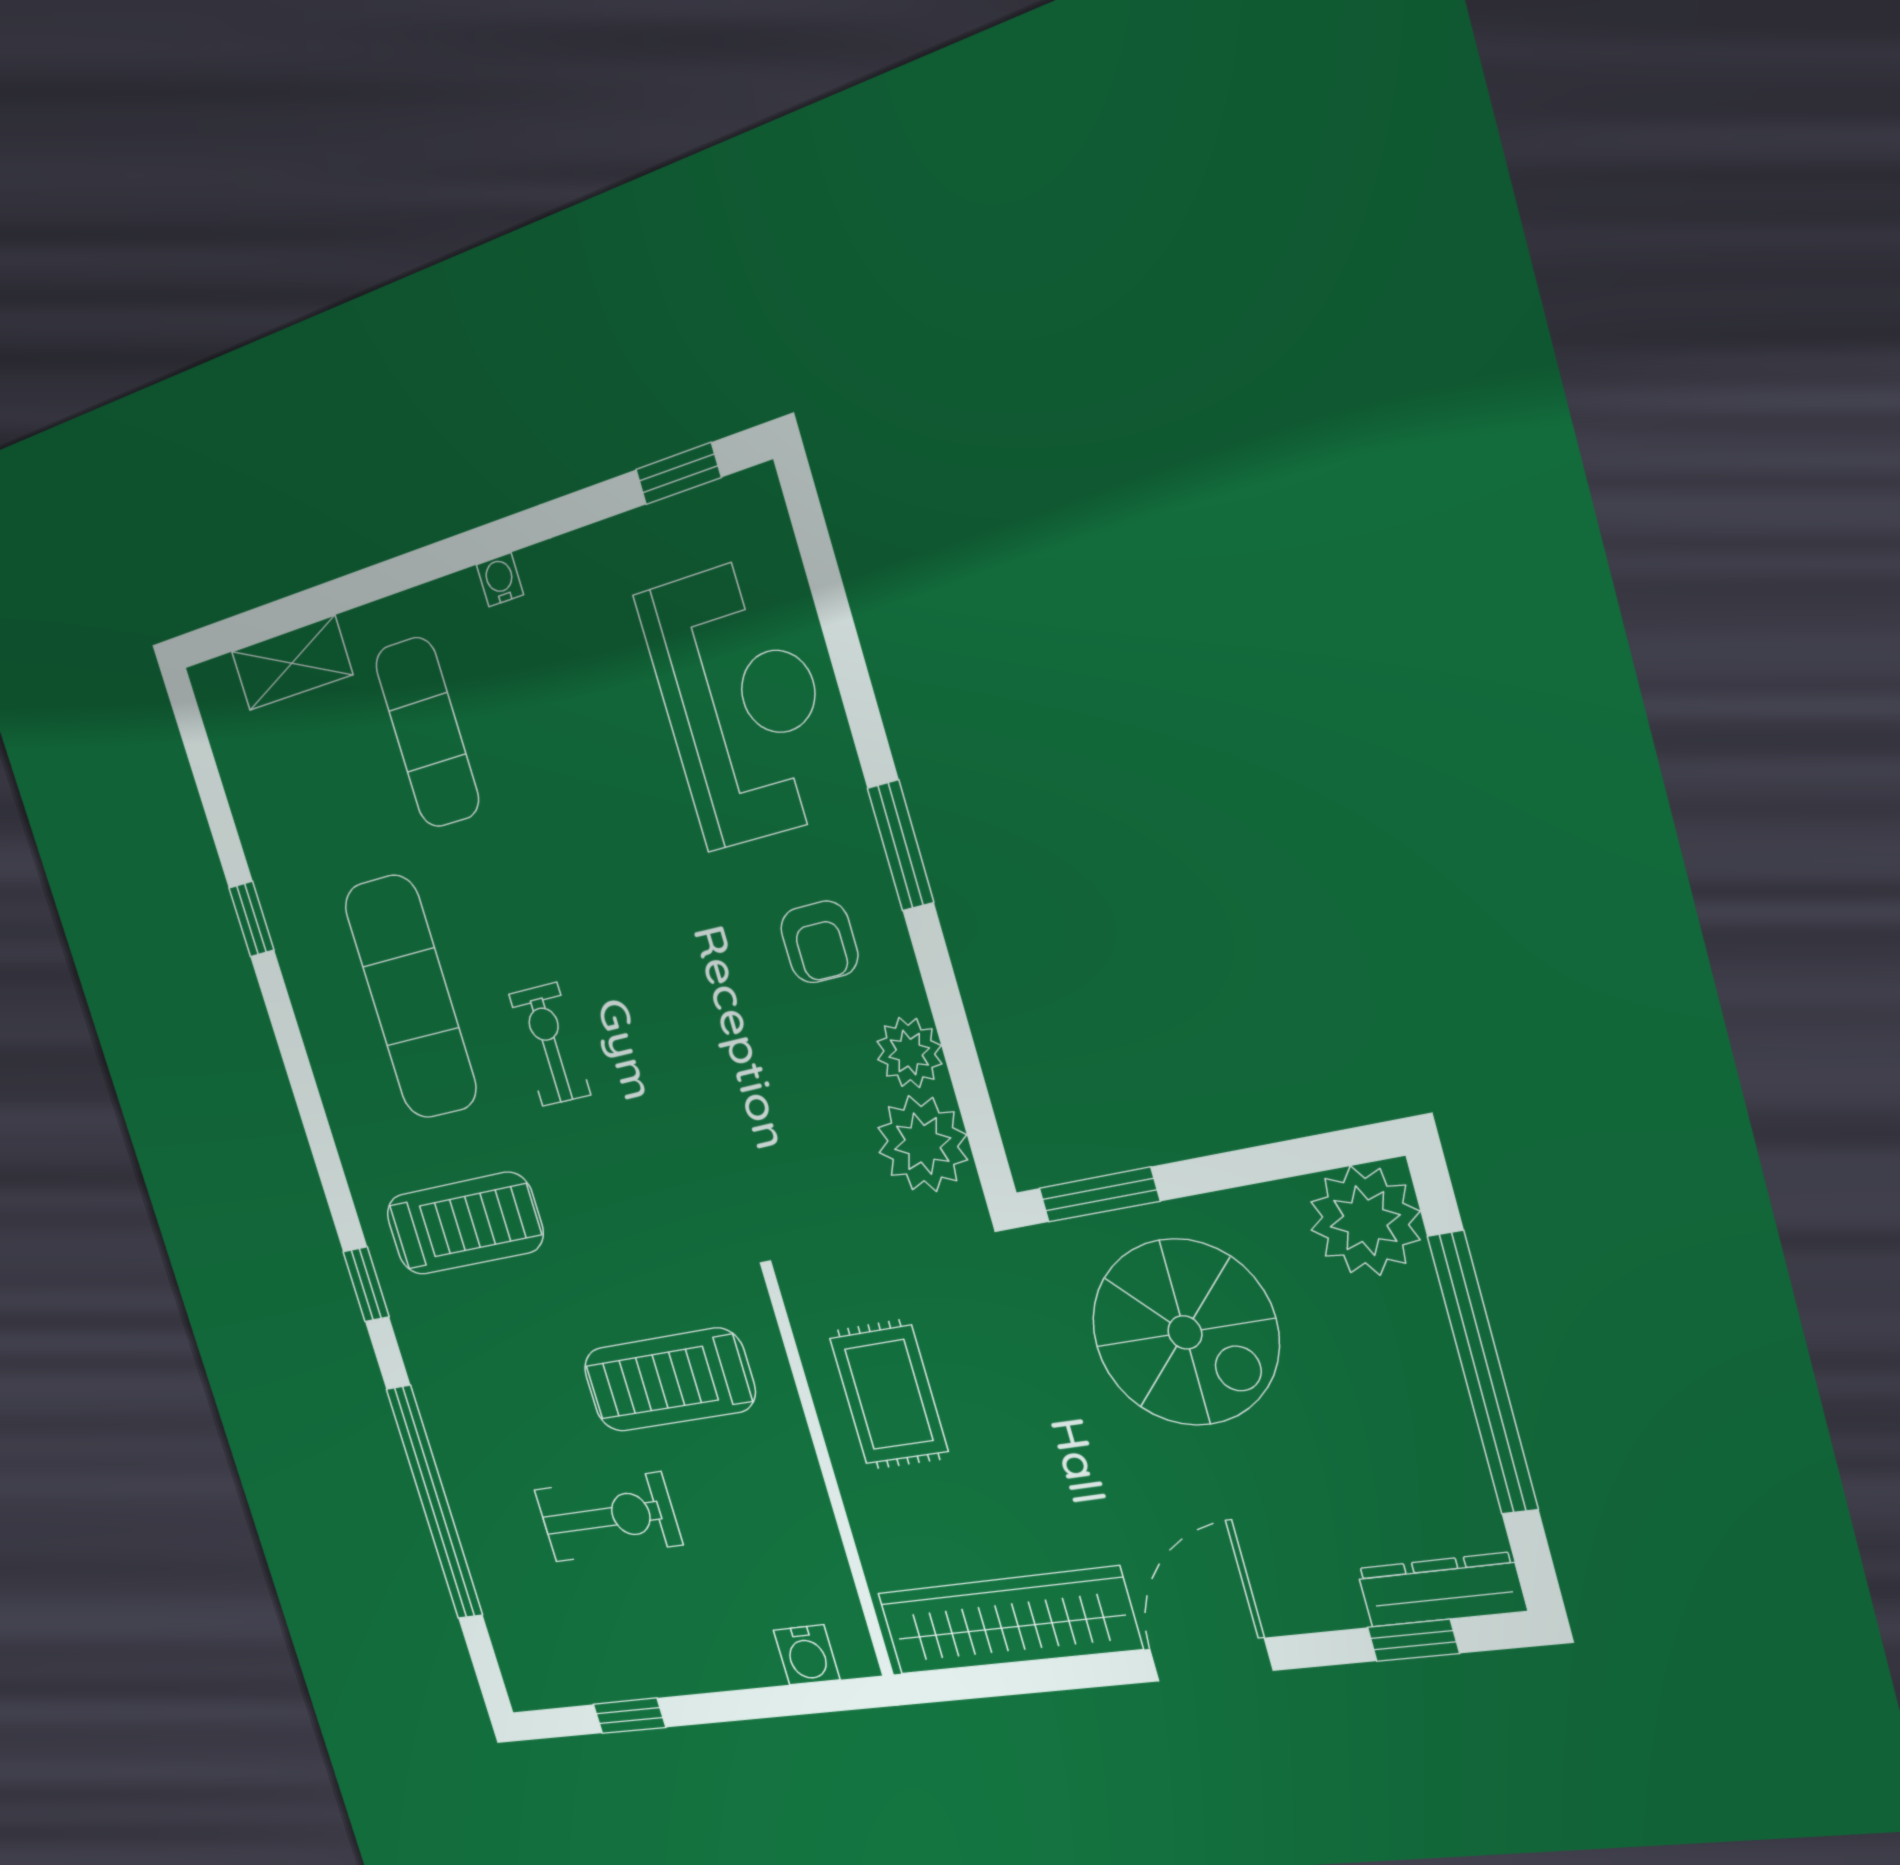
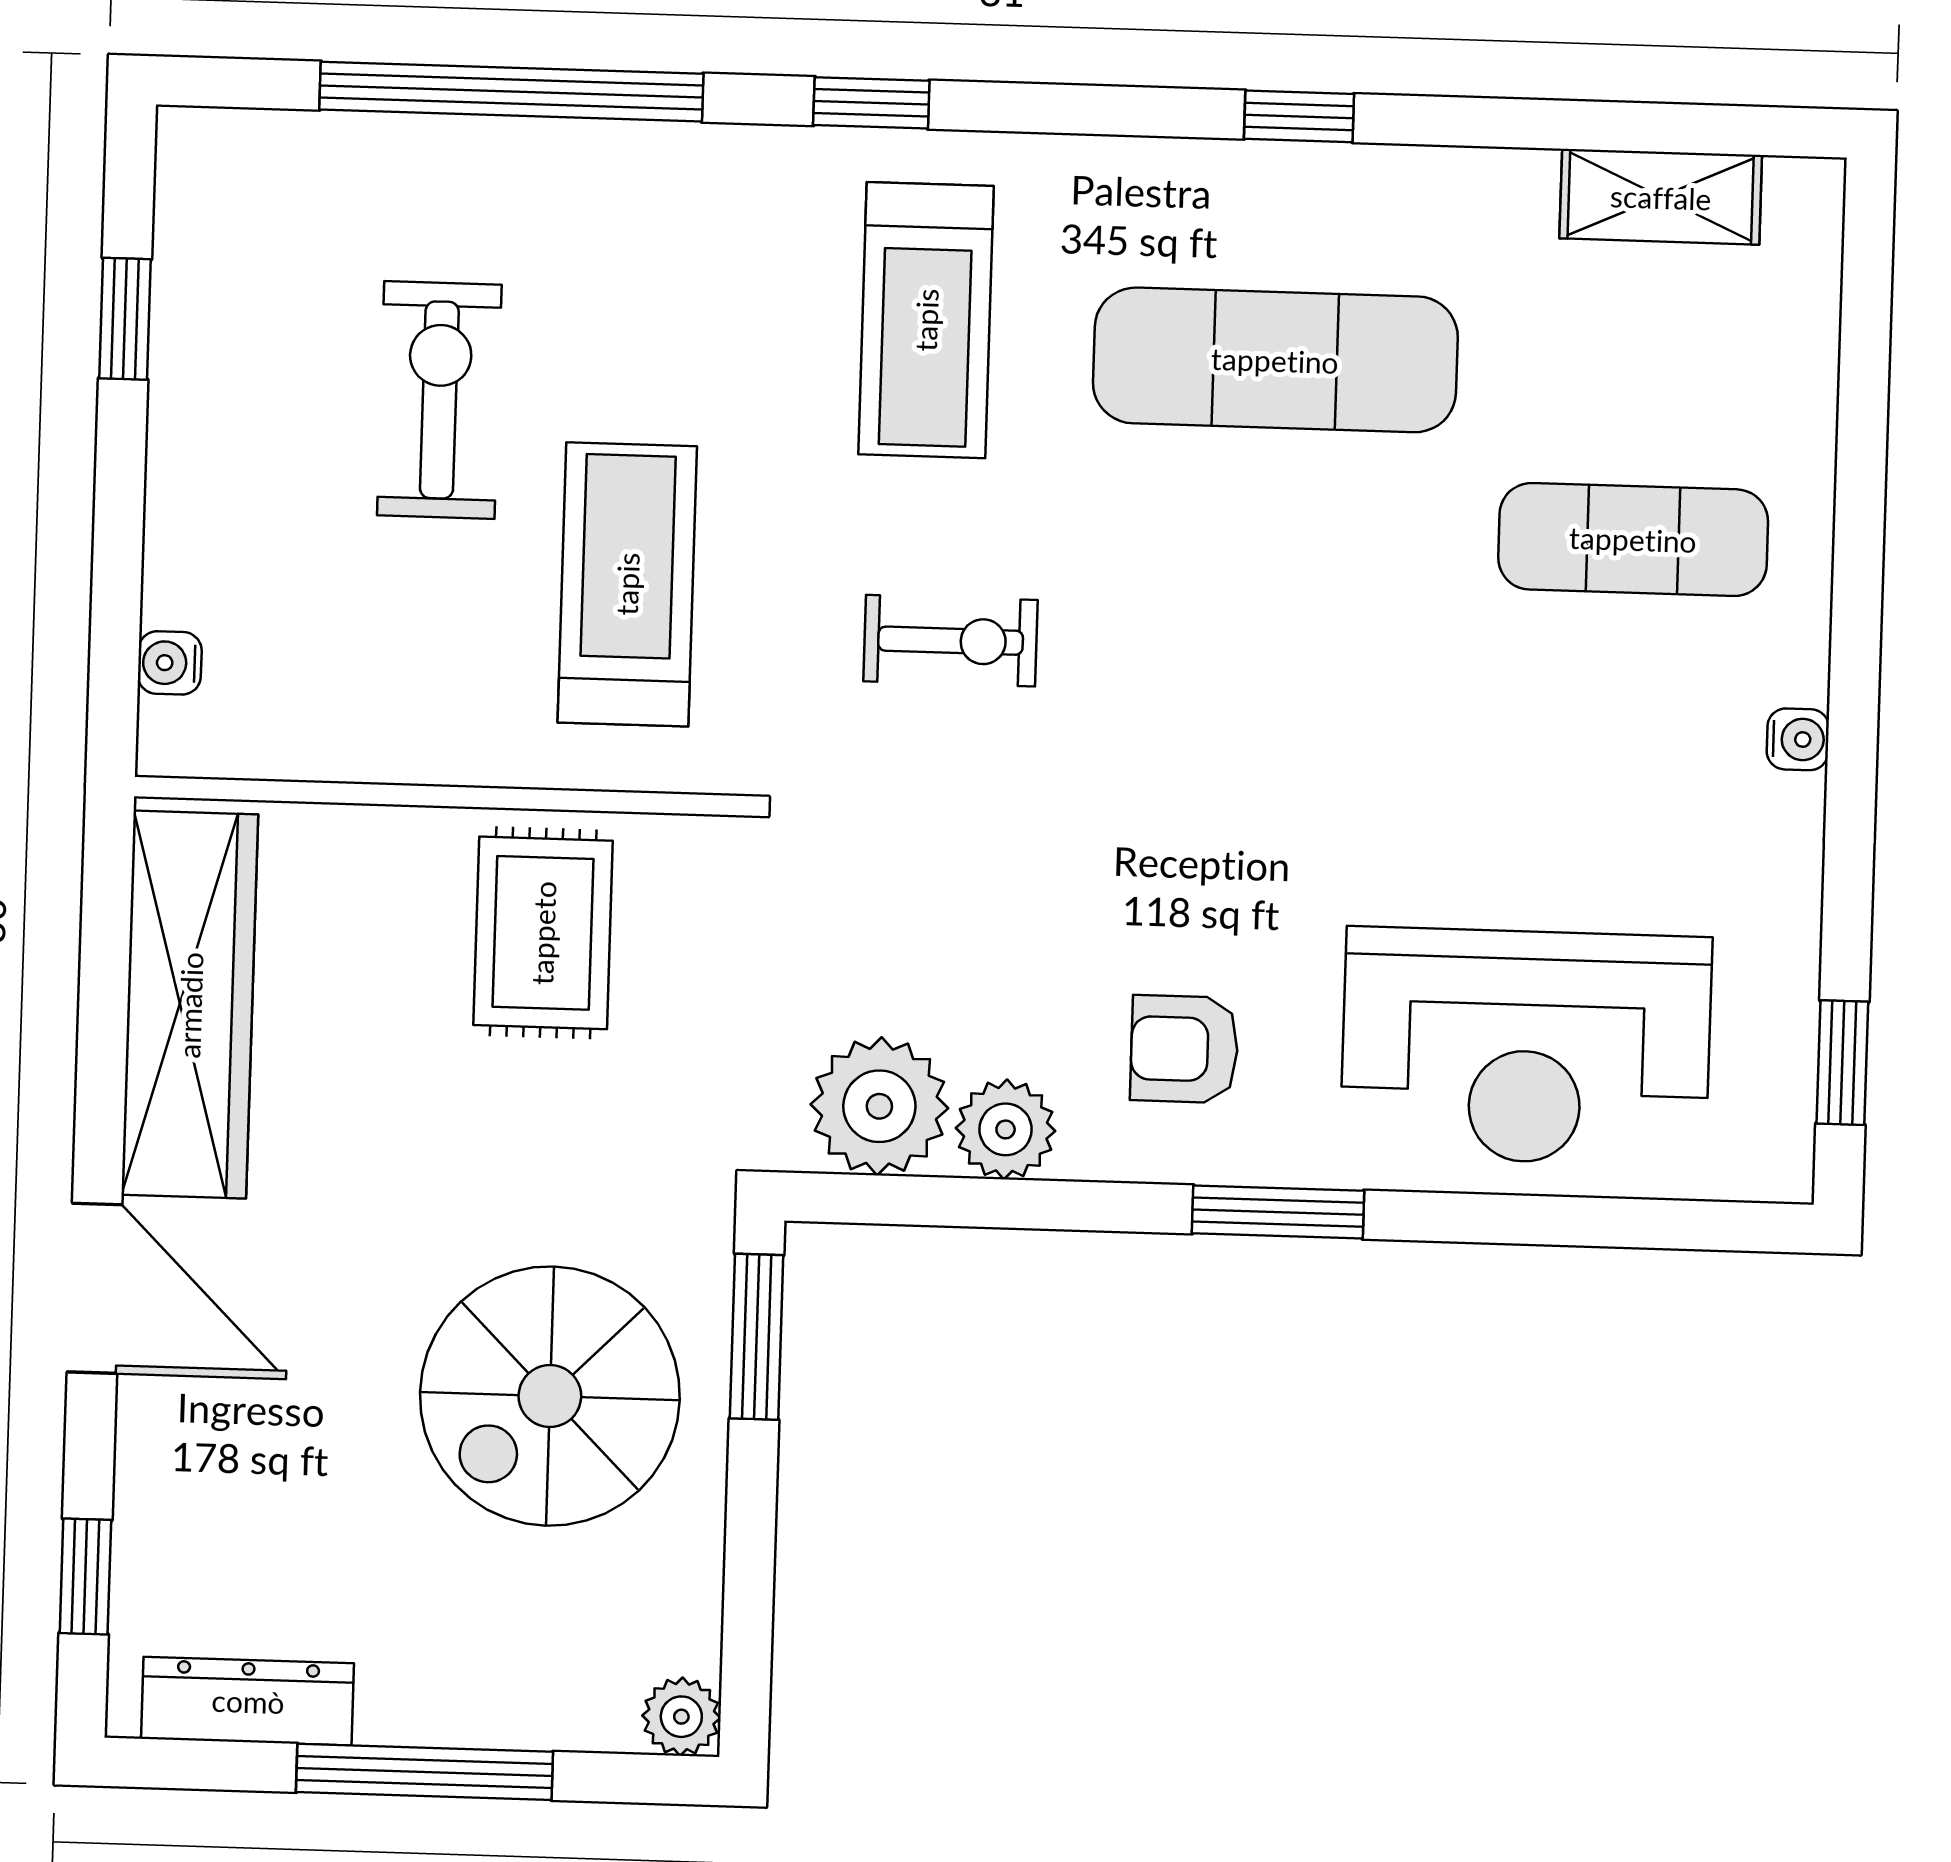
shelving: (292, 663) -> (1661, 197), moved, turned 90
window: (252, 919) -> (1299, 116), moved
exercise bike: (550, 1044) -> (951, 641), moved
plant: (1365, 1221) -> (681, 1717), width x0.53, depth x0.53
window: (1483, 1373) -> (424, 1772), width x0.68
rug: (889, 1395) -> (543, 933), turned 90
exercise bike: (608, 1517) -> (439, 400), turned 180
dresser: (1441, 1590) -> (248, 1701), moved, turned -90
water cooler: (807, 1655) -> (170, 663), width x0.72, depth x0.72

